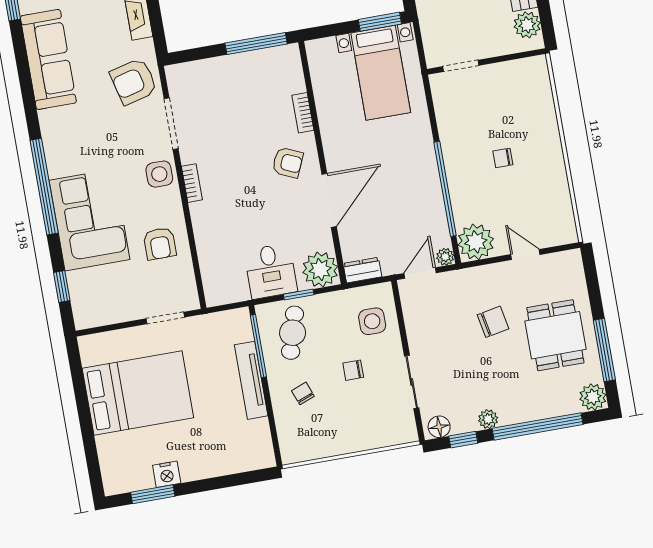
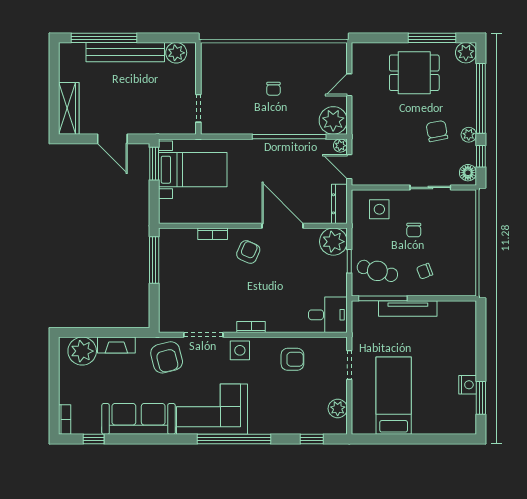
corner sofa: (89, 220) -> (212, 409), moved
dresser: (362, 270) -> (339, 204), width x1.44
desk: (271, 271) -> (328, 315), moved
plant: (107, 313) -> (338, 409), added
chair: (493, 322) -> (437, 131), moved
bed: (138, 393) -> (394, 396), width x0.67

